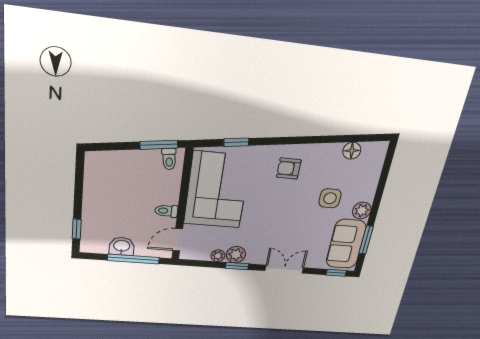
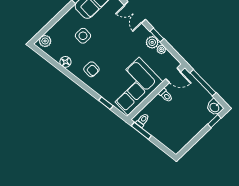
floor lamp: (352, 151) -> (65, 62), moved
plant: (362, 210) -> (45, 41), moved
washbasin: (122, 246) -> (215, 107), moved

